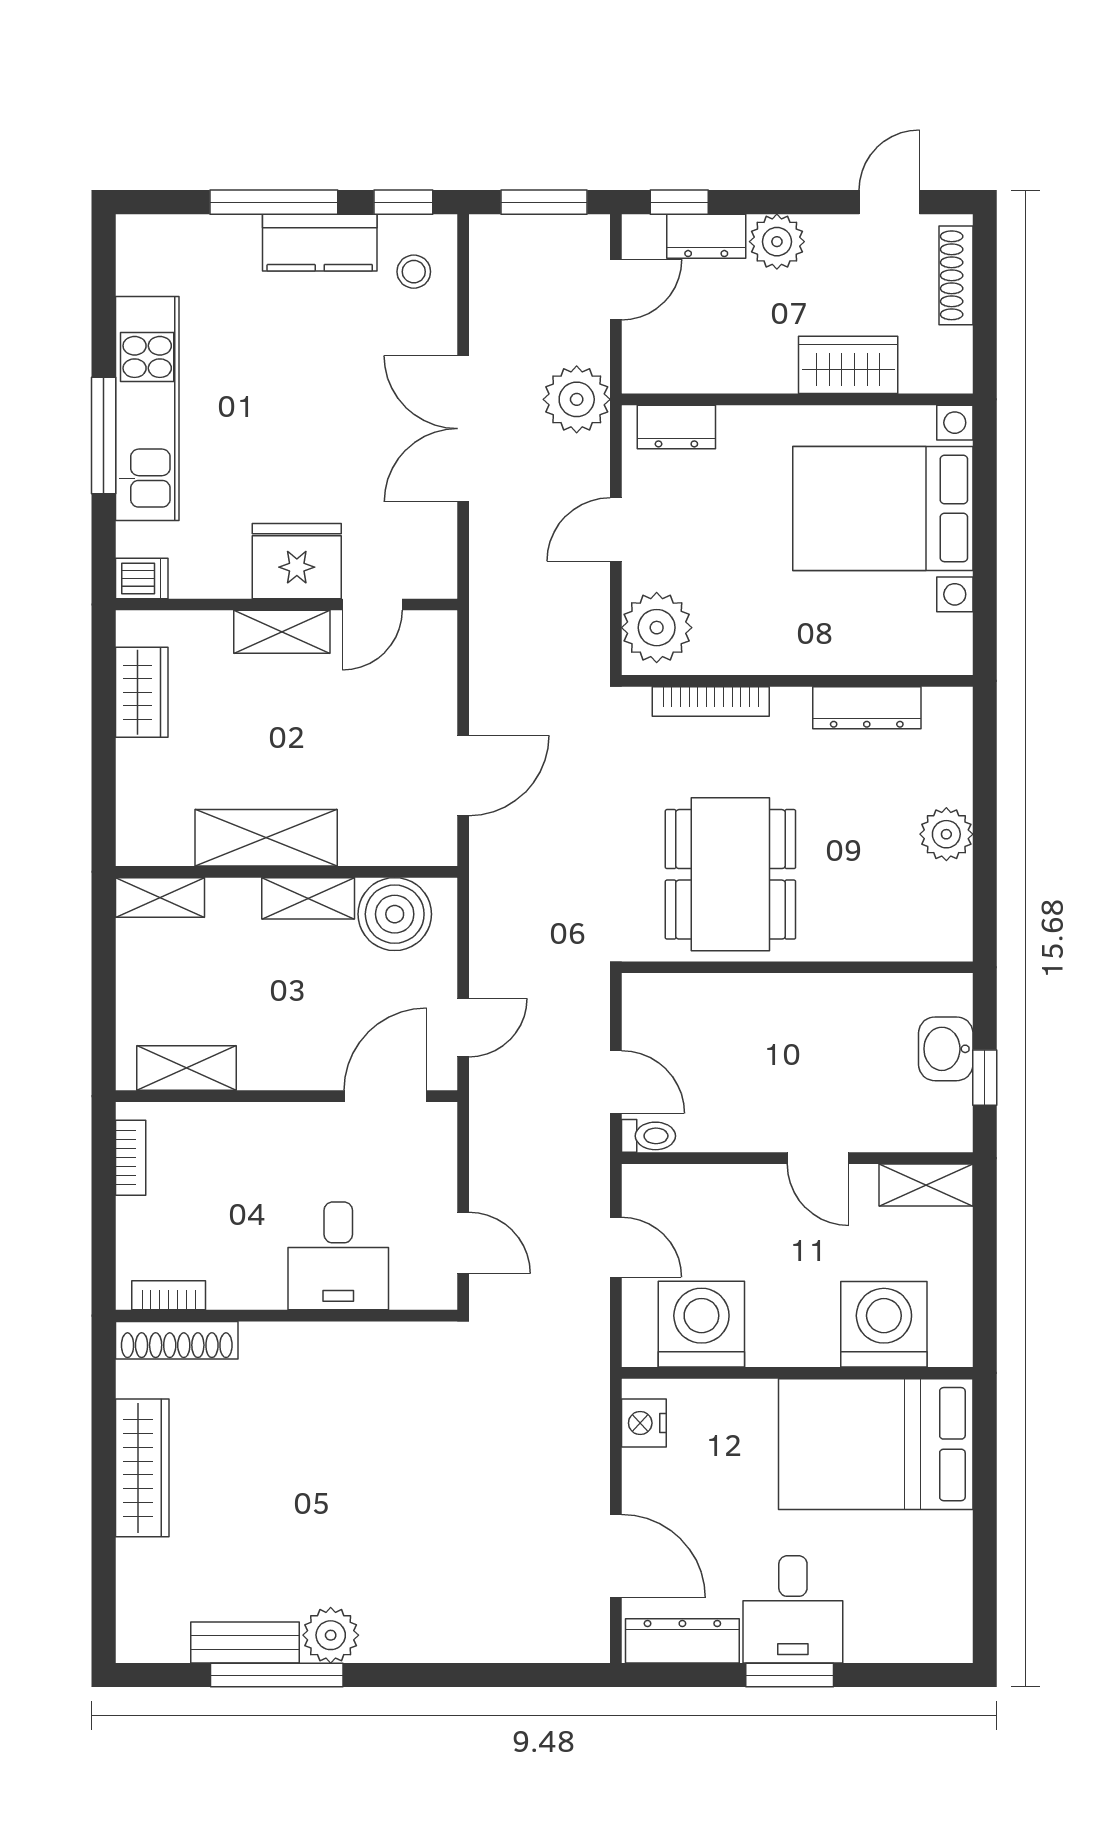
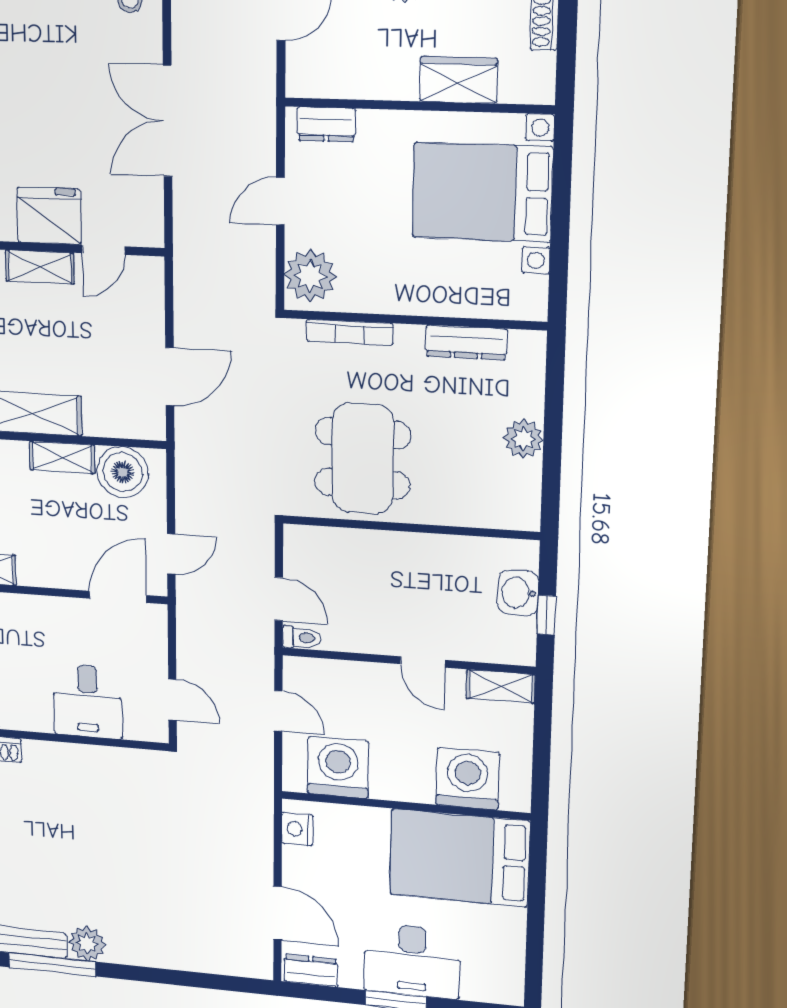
plant: (577, 399) -> (251, 101), removed
desk: (793, 1609) -> (412, 961), width x1.37
dresser: (682, 1641) -> (311, 970), width x0.70

